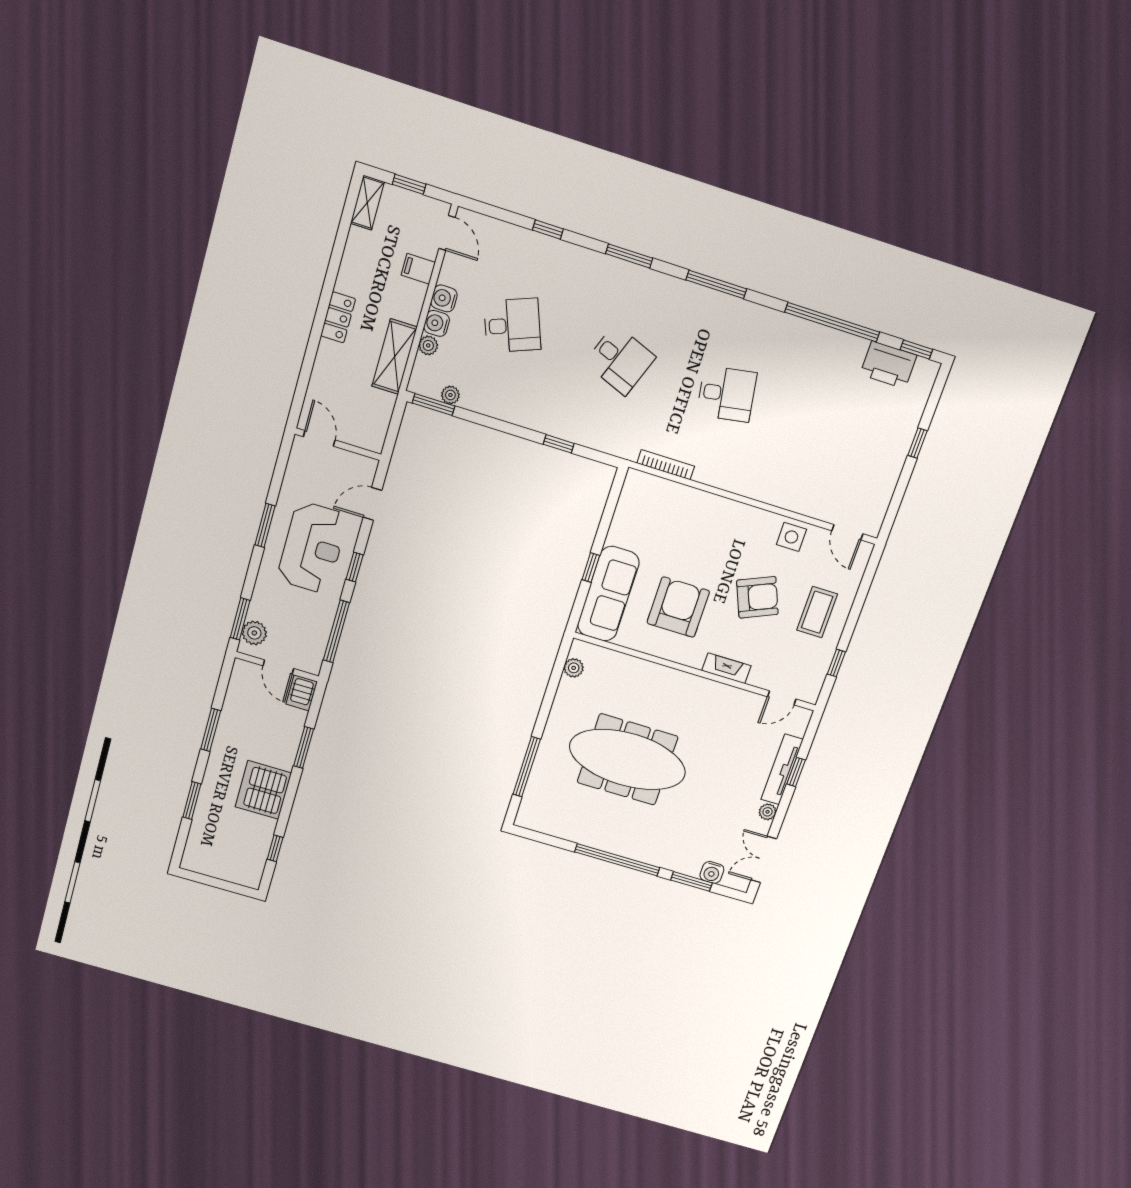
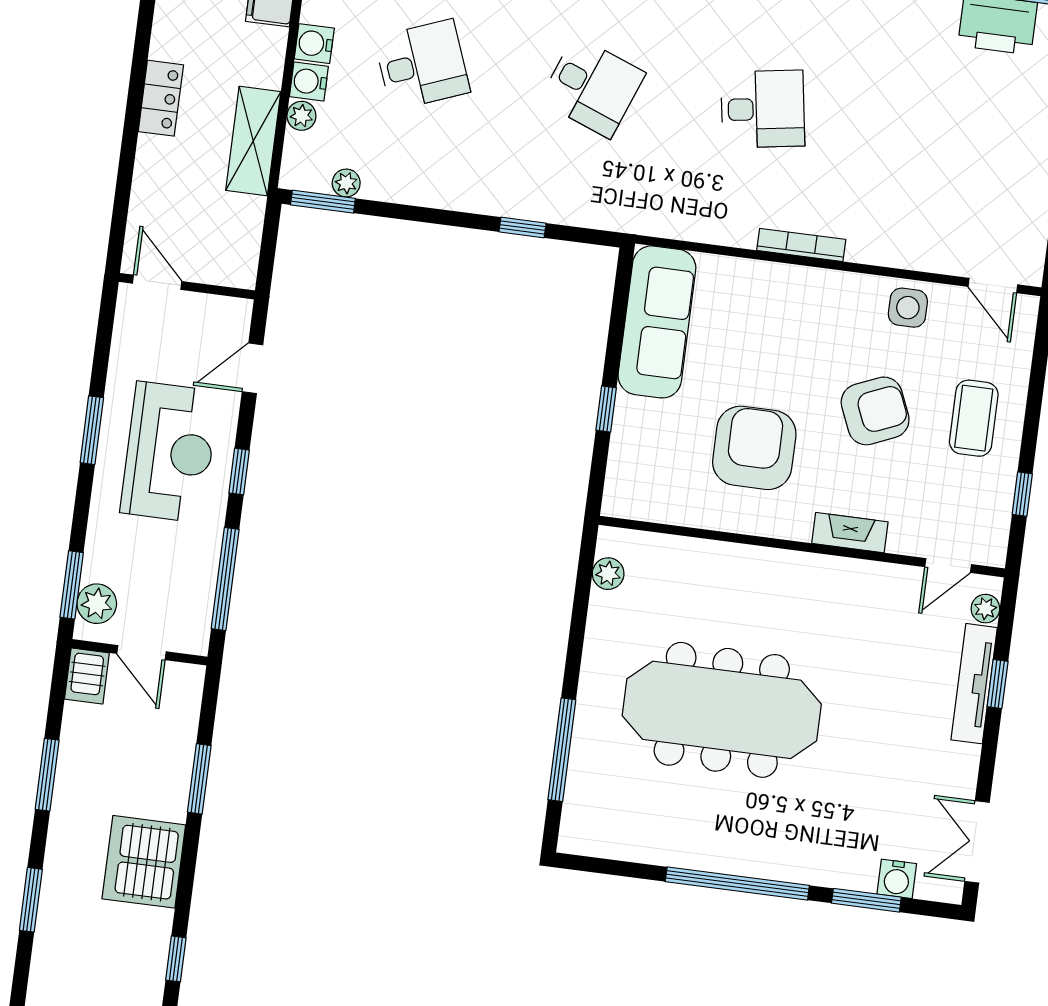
bookcase: (666, 465) -> (801, 245), moved
sofa: (608, 594) -> (657, 322), moved
server rack: (302, 693) -> (87, 676), moved
plant: (768, 812) -> (985, 609), moved

